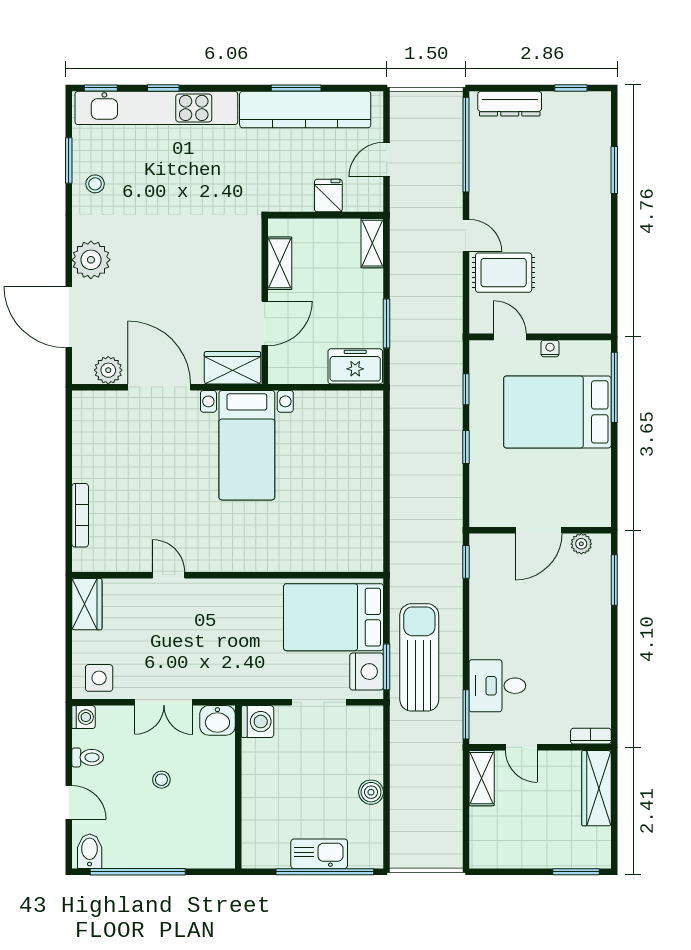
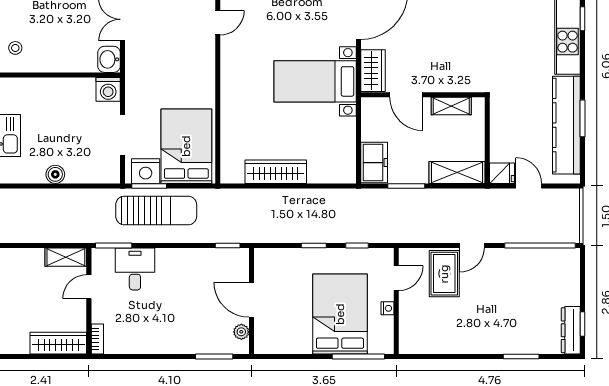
dresser: (510, 104) -> (571, 330), moved
fridge: (328, 195) -> (502, 173), moved
shelving: (372, 243) -> (457, 172), width x1.50, depth x1.33
wardrobe: (368, 498) -> (276, 172), added
stool: (161, 780) -> (15, 48), moved

